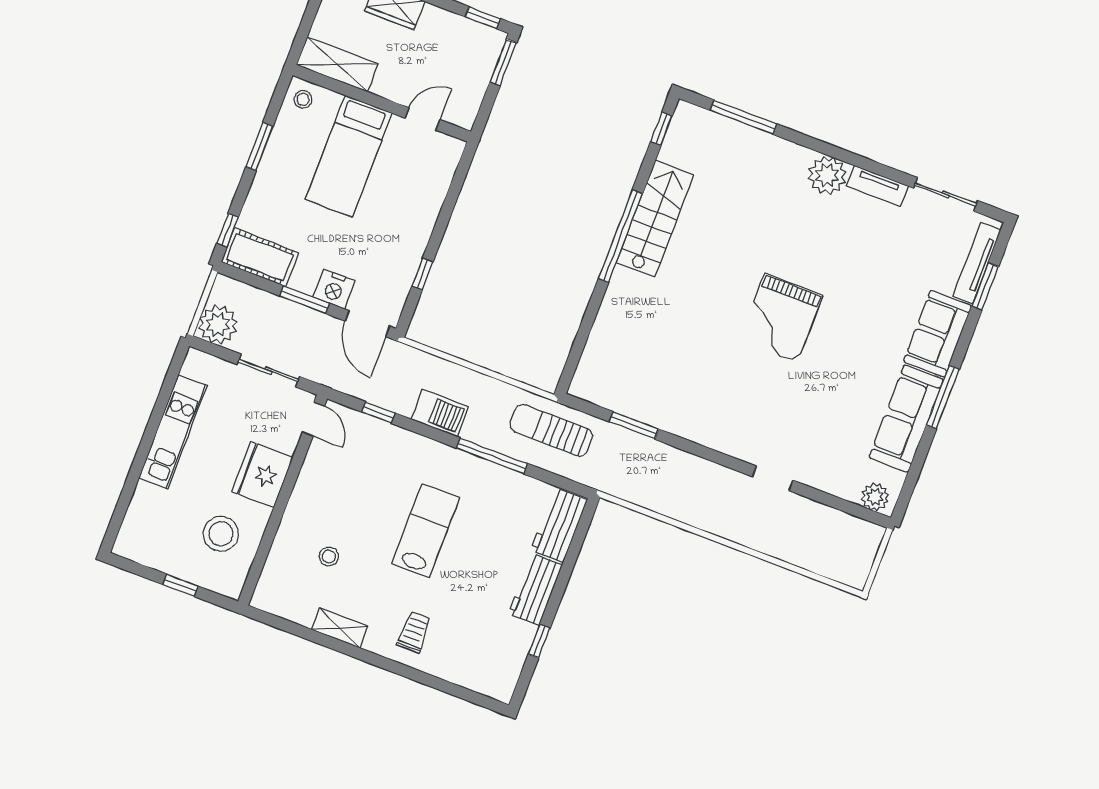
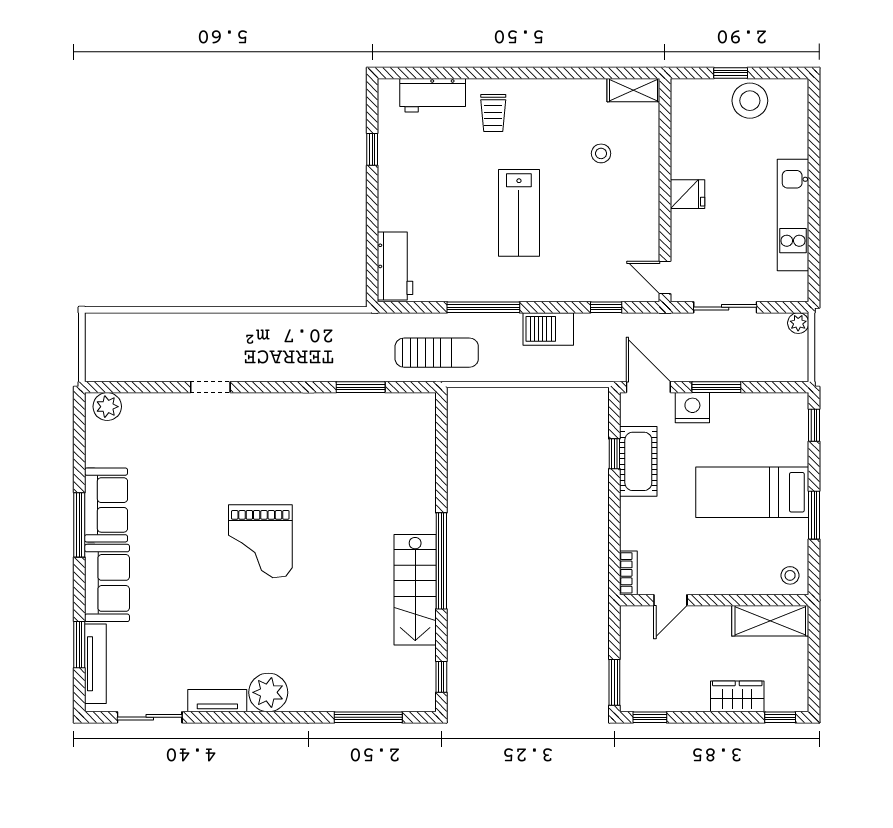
bed: (349, 156) -> (752, 492), moved, turned -90
bookcase: (452, 159) -> (628, 573), added
cot: (260, 257) -> (638, 461), moved, turned 90
grand piano: (781, 318) -> (260, 541), turned 180
plant: (218, 325) -> (798, 323), width x0.53, depth x0.53
sofa: (906, 419) -> (106, 505), width x0.73
fridge: (262, 475) -> (687, 194), width x0.53, depth x0.75
stool: (221, 534) -> (750, 101), moved
workbench: (535, 589) -> (433, 95), moved, turned 90
shelving: (340, 628) -> (633, 90), moved

